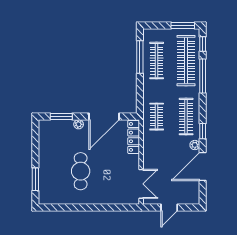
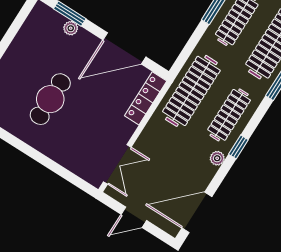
clothes rail: (157, 117) -> (191, 91), width x1.86, depth x1.31
plant: (79, 124) -> (71, 28), moved
door: (203, 166) -> (197, 212), moved

